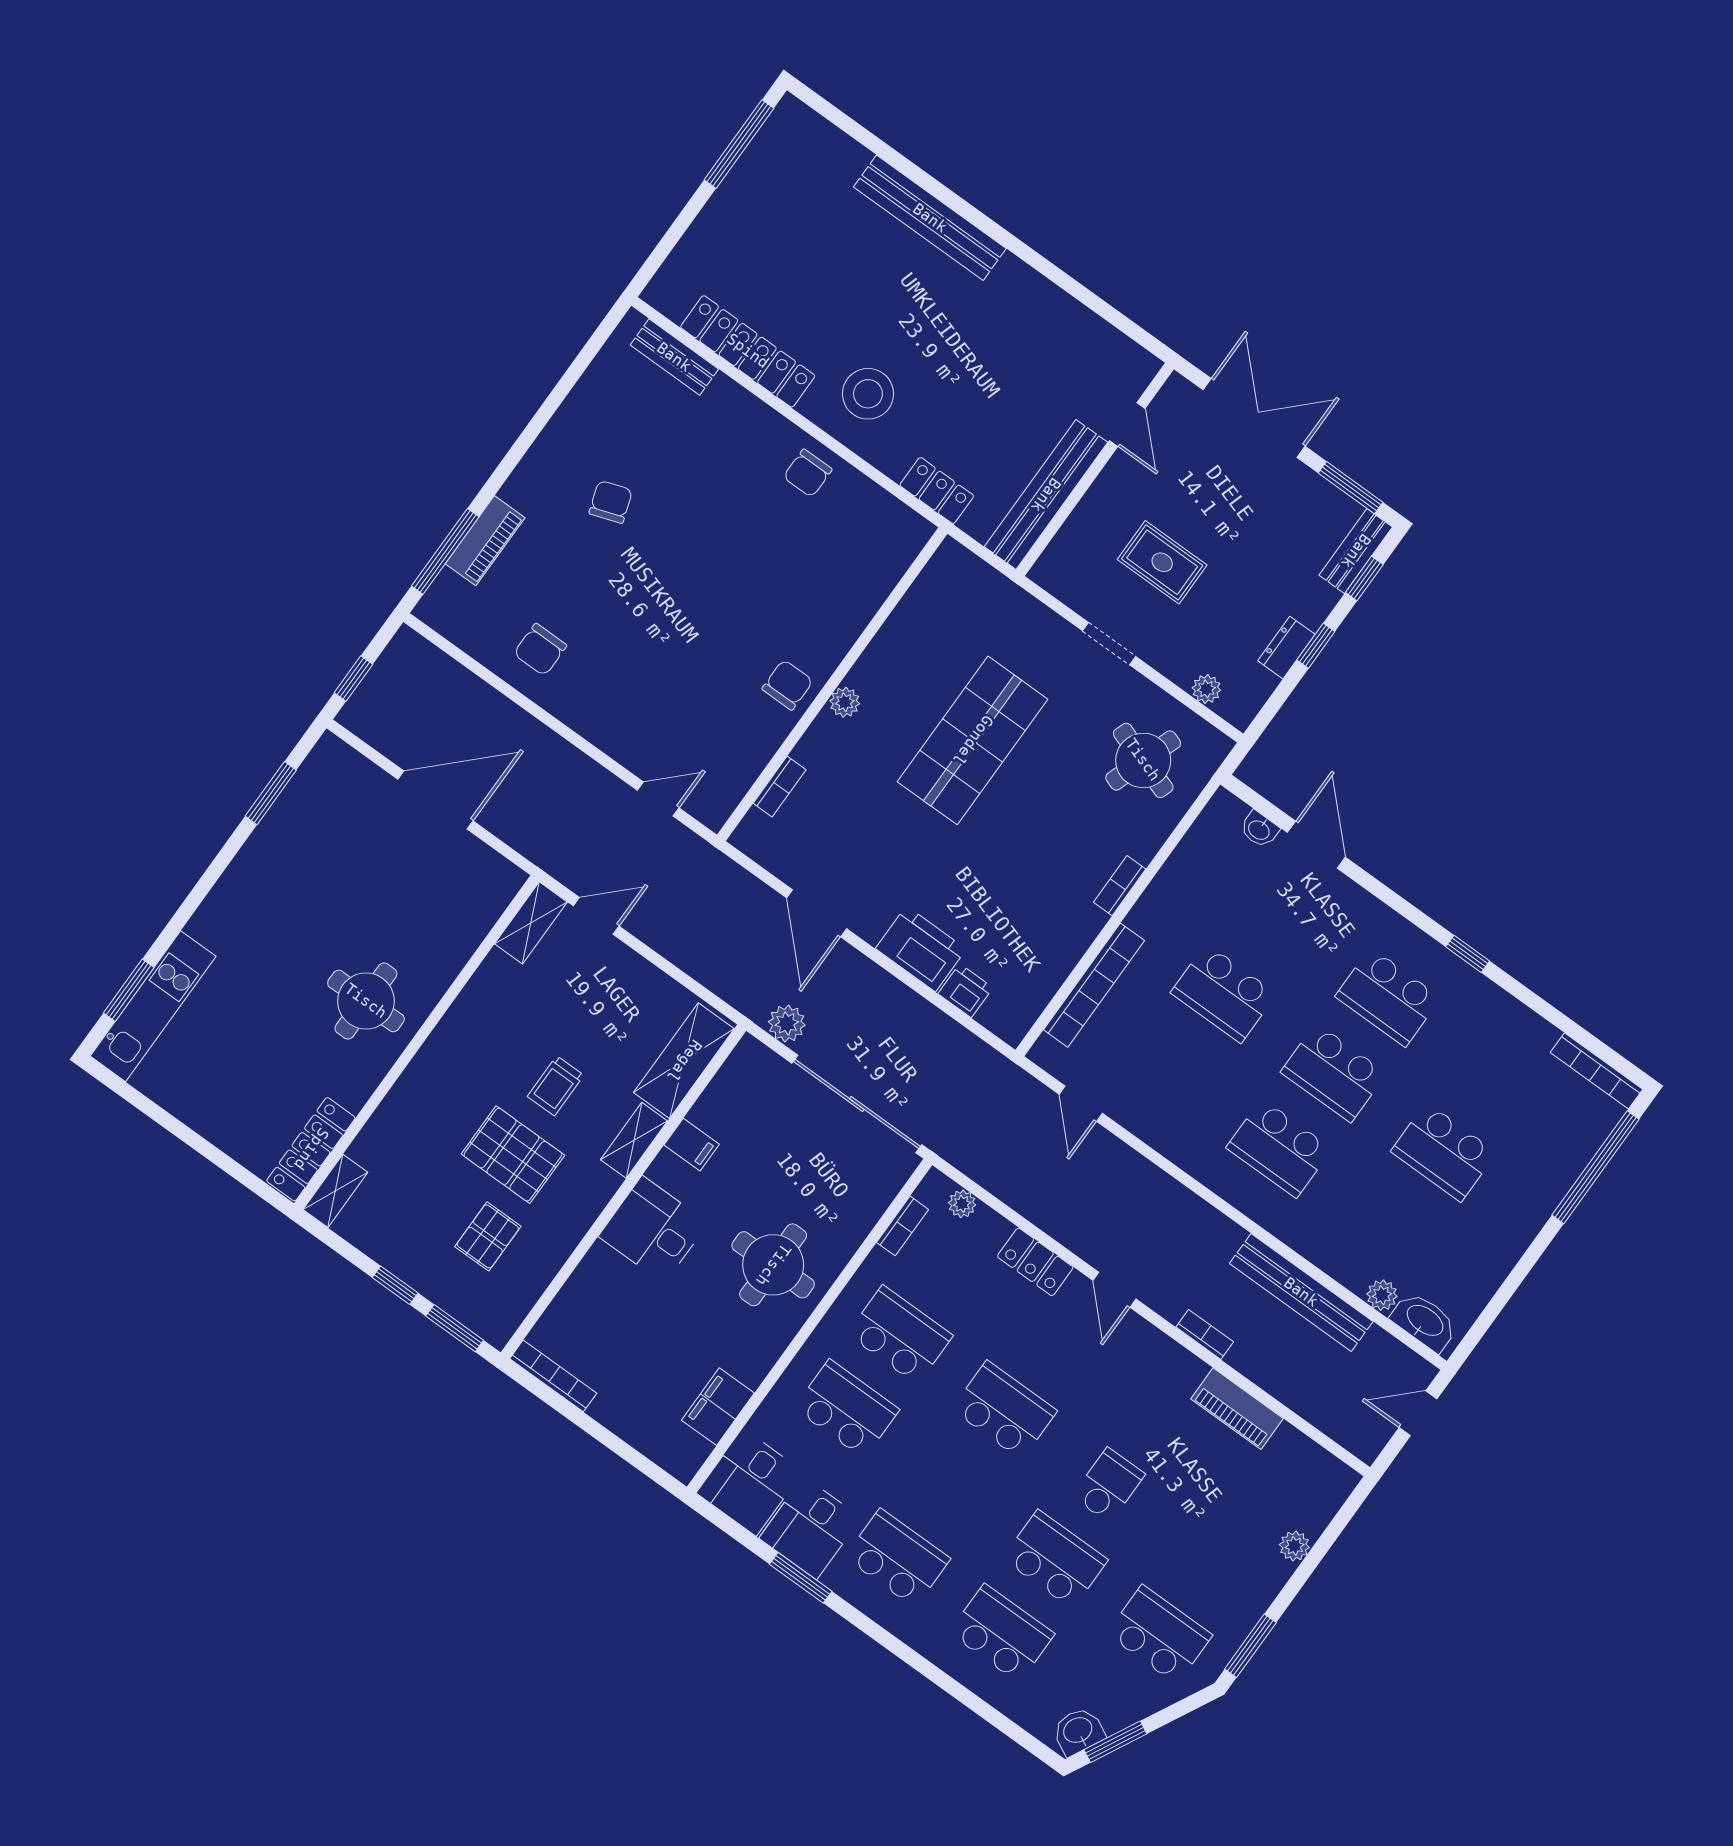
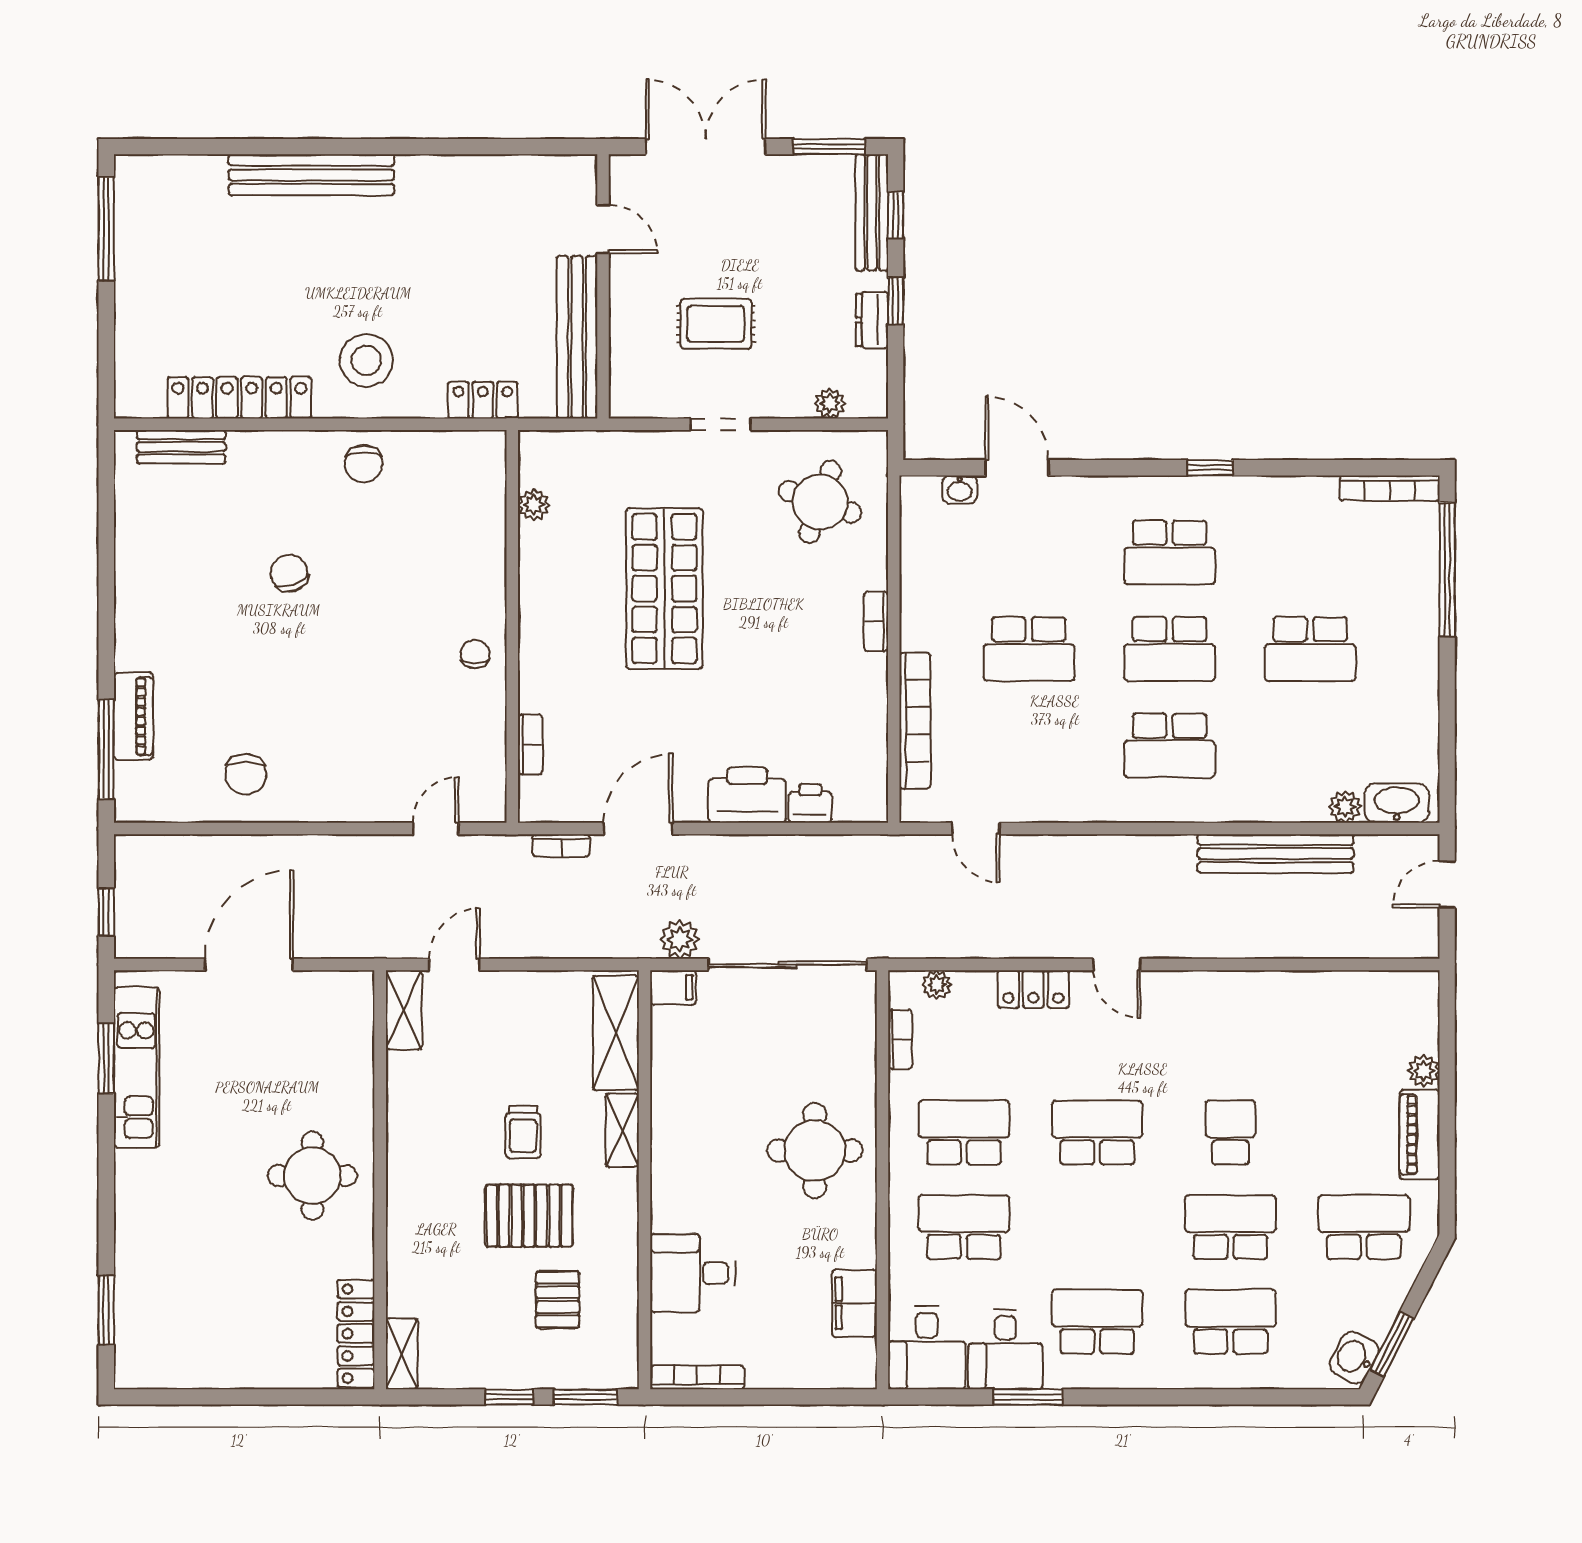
chair: (611, 502) -> (289, 573), moved
bench: (1356, 551) -> (872, 212), width x1.36
chair: (787, 685) -> (475, 654), width x0.73, depth x0.73
plant: (845, 702) -> (534, 505), moved
door: (817, 913) -> (638, 828), swing flipped
kitchen unit: (153, 1006) -> (136, 1067), moved
filing cabinet: (692, 1145) -> (673, 987), moved
desk: (653, 1230) -> (693, 1273), moved
bookcase: (1205, 1334) -> (561, 846), moved, turned 180
piano: (1237, 1409) -> (1420, 1134), moved, turned 90
window: (1250, 1646) -> (1447, 1181), removed

